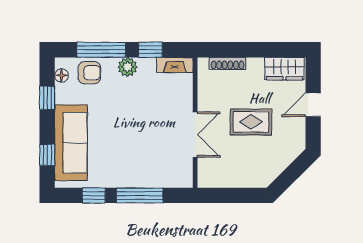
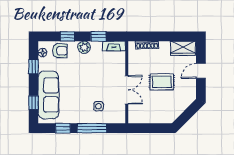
window: (101, 50) -> (68, 36), width x0.46
side table: (150, 161) -> (99, 106), added

